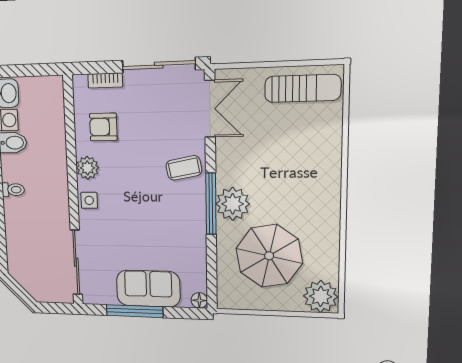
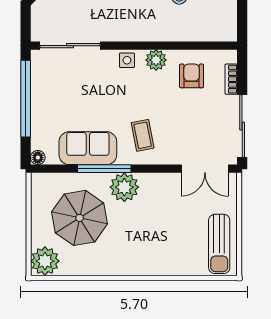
coffee table: (184, 168) -> (143, 135), moved
window: (211, 204) -> (104, 169), moved
sofa: (148, 289) -> (88, 148), moved, turned -90
window: (135, 311) -> (26, 99), width x1.46

